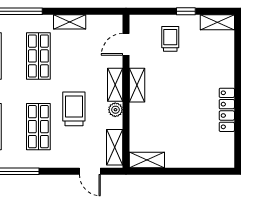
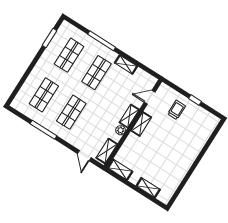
shelving: (217, 22) -> (148, 188), moved
trolley: (74, 109) -> (98, 115), removed
locker: (227, 110) -> (183, 170), removed

